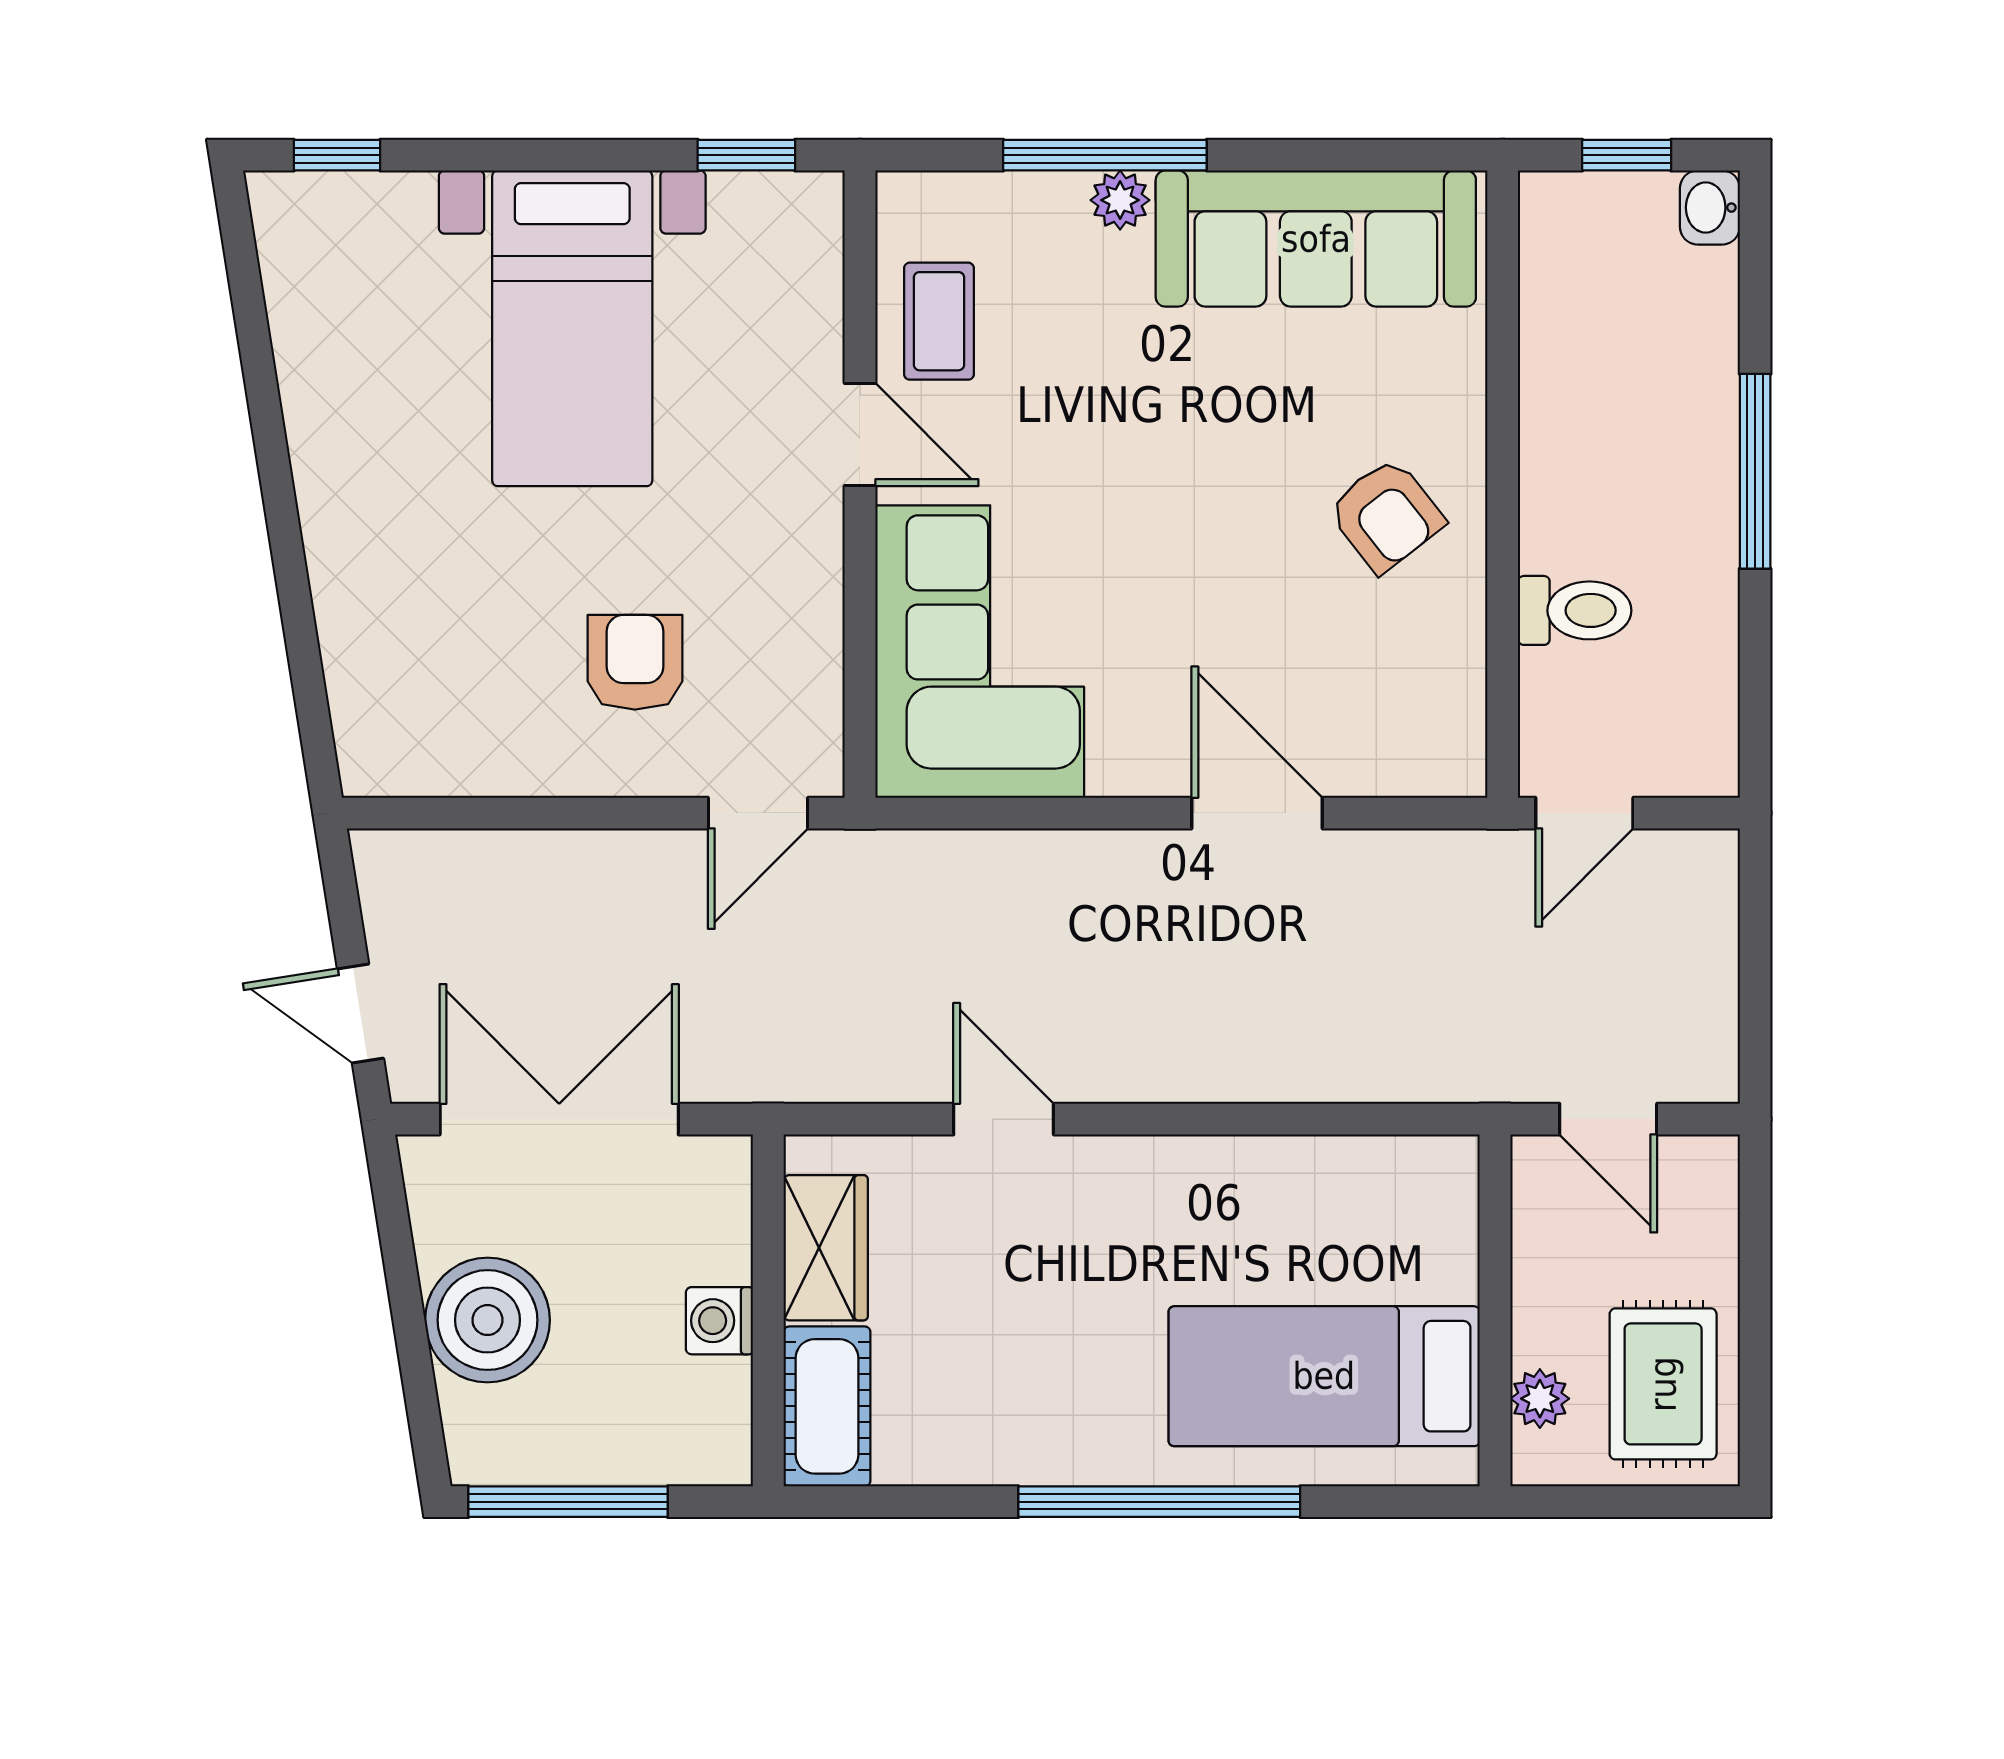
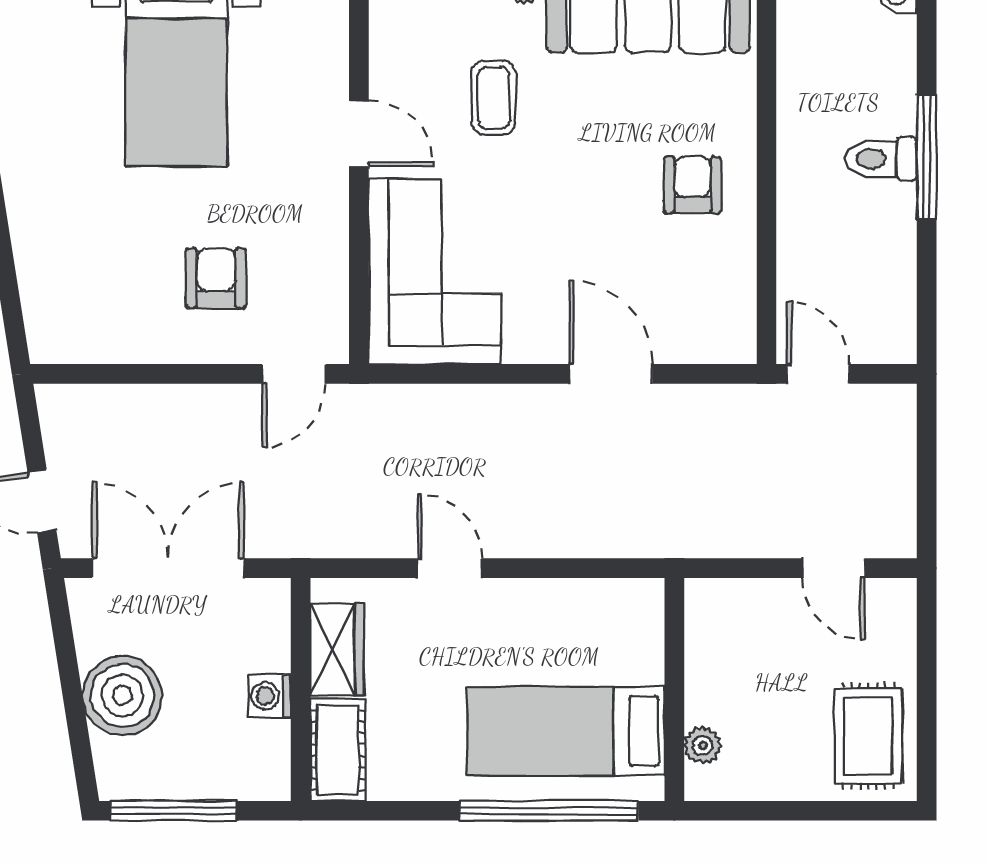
coffee table: (939, 321) -> (494, 98), moved
armchair: (1386, 515) -> (693, 185), turned -142
toilet: (1575, 610) -> (881, 159), moved, turned 180
door: (1584, 813) -> (818, 374), swing flipped
wall: (1495, 1310) -> (674, 689), moved
bed: (1324, 1376) -> (566, 731), moved
plant: (1540, 1399) -> (703, 745), moved

